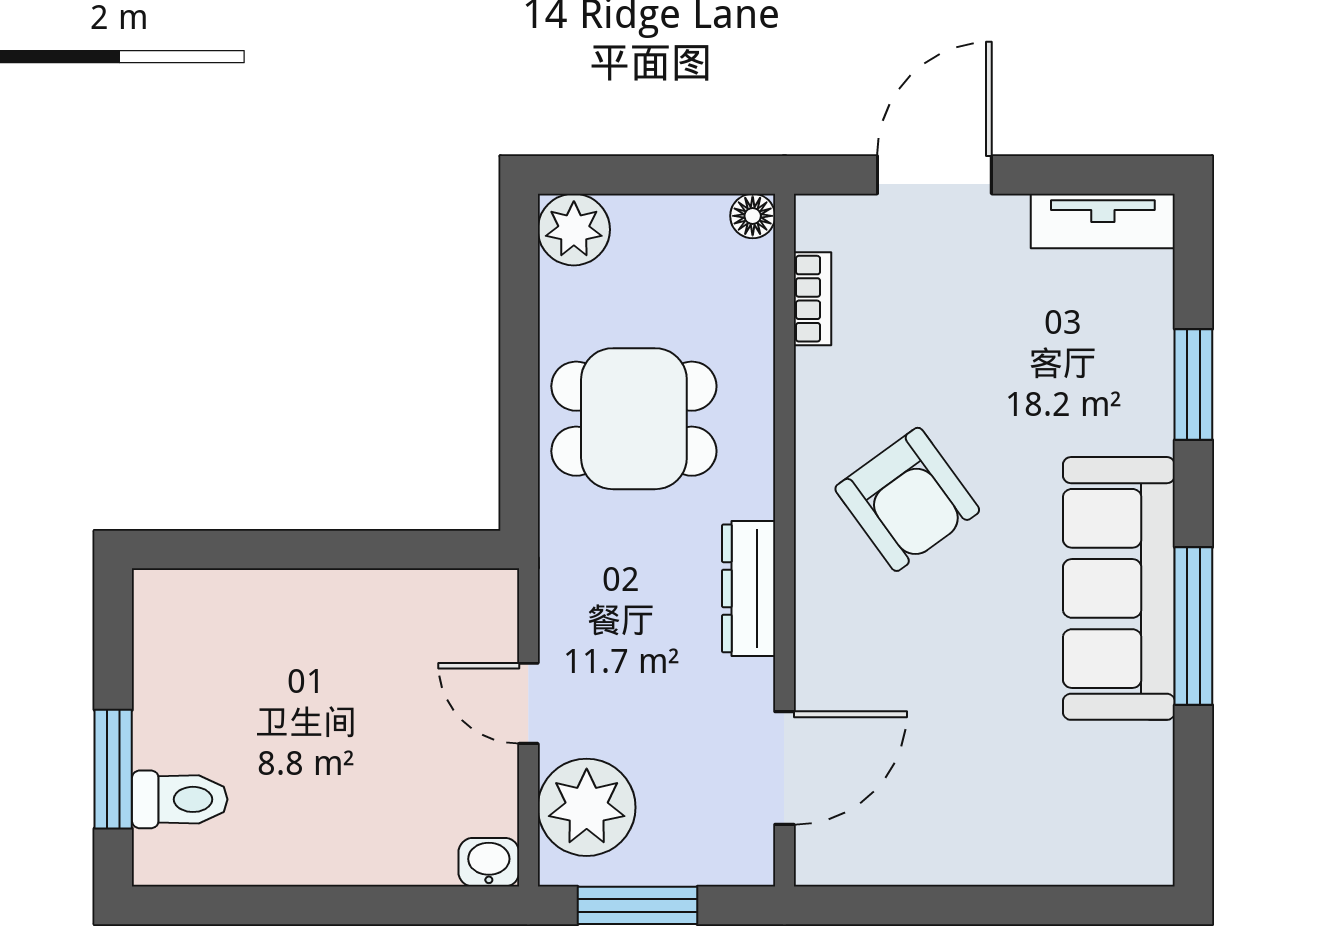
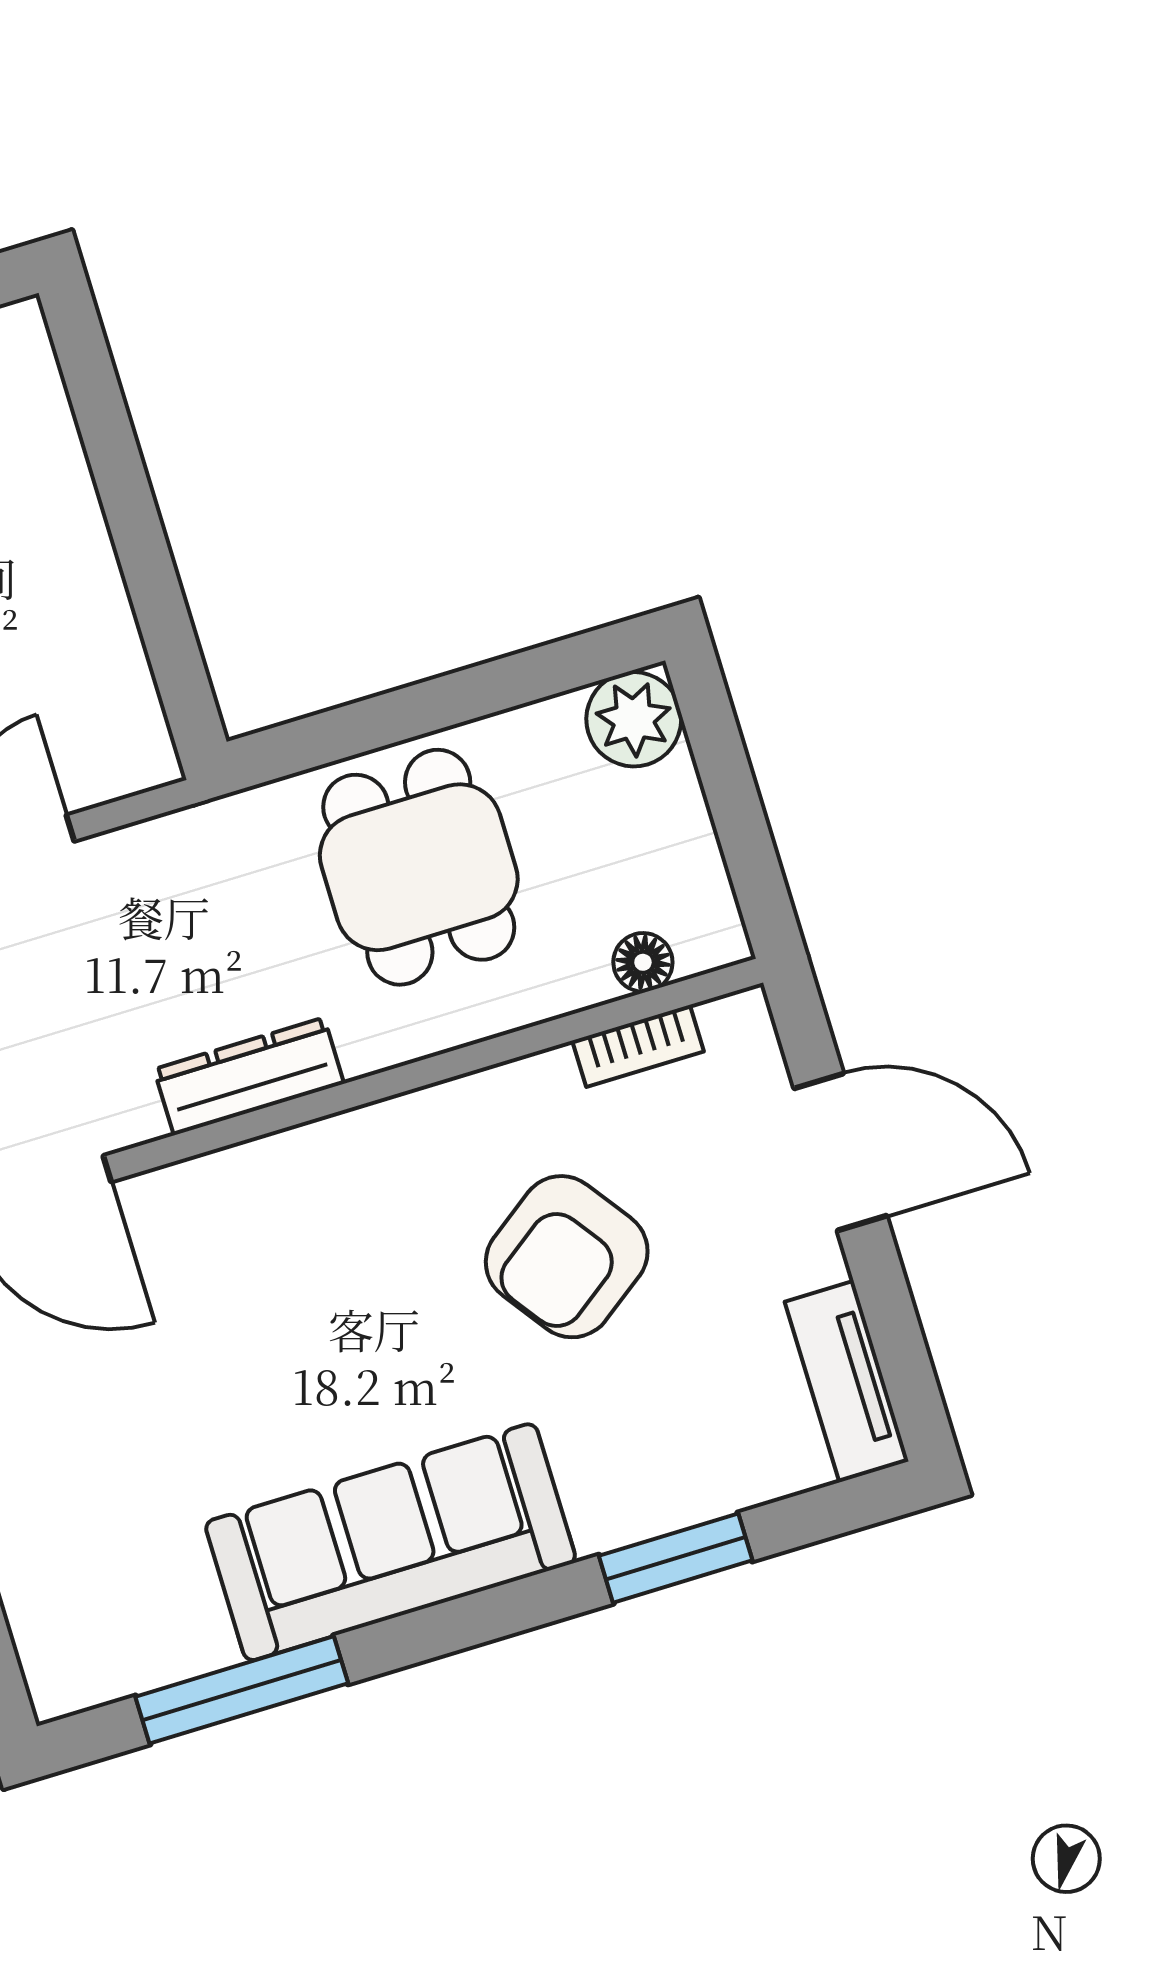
floor lamp: (753, 216) -> (643, 962), moved
armchair: (907, 499) -> (567, 1257), moved
window: (1193, 626) -> (242, 1690), moved

